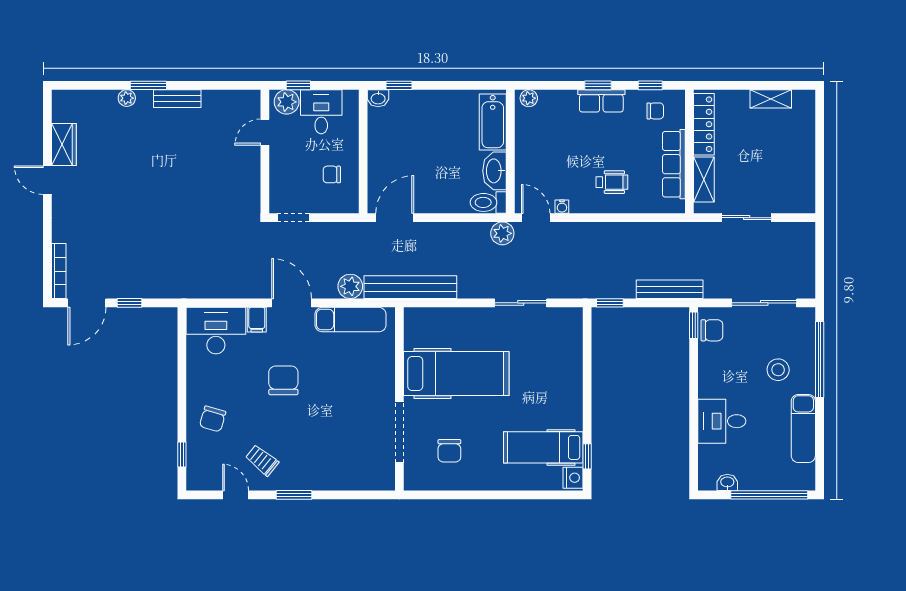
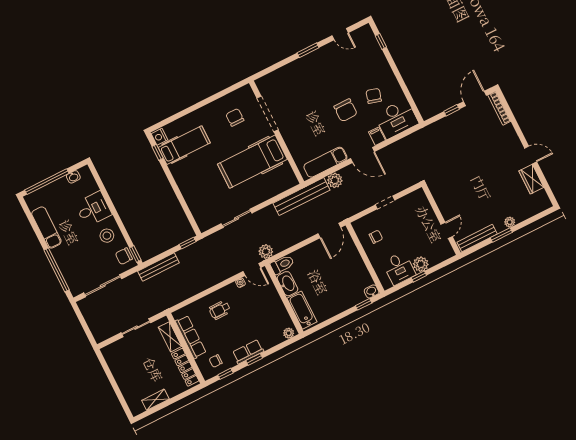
bench: (177, 99) -> (477, 238), width x1.36
door: (265, 132) -> (447, 230), moved
wall: (265, 151) -> (441, 220), moved
stool: (778, 370) -> (107, 236), moved
chair: (213, 419) -> (374, 96), moved
trolley: (262, 460) -> (335, 60), removed

